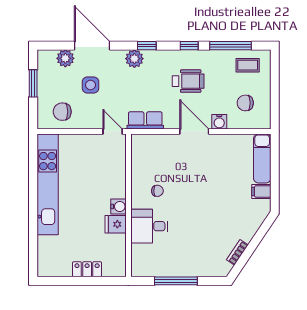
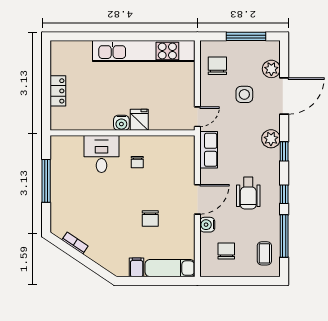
window: (33, 83) -> (246, 36), width x1.44
chair: (213, 178) -> (150, 218), added
fridge: (116, 224) -> (139, 120), moved

